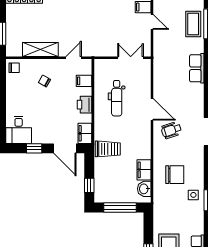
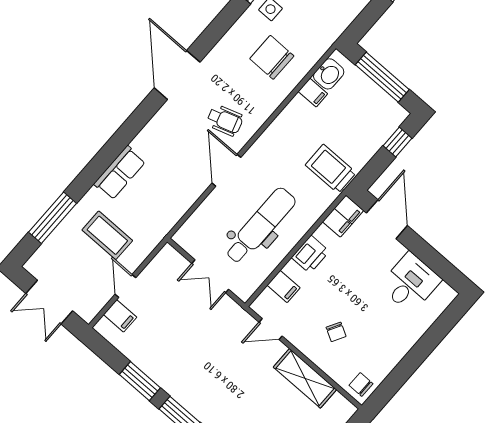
coffee table: (193, 24) -> (107, 235), moved, turned 90
double door: (131, 58) -> (210, 276), moved
dental chair: (117, 98) -> (260, 226), width x1.36, depth x1.38
desk: (19, 130) -> (410, 283), moved
window: (34, 148) -> (428, 255), removed
filing cabinet: (144, 170) -> (313, 93), width x0.50

